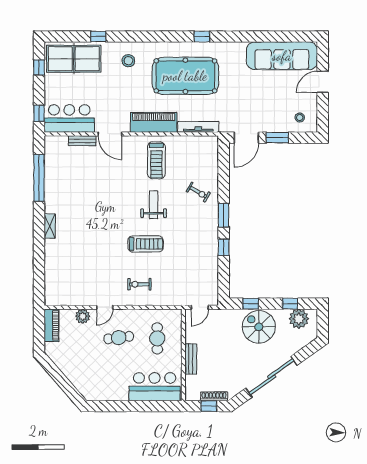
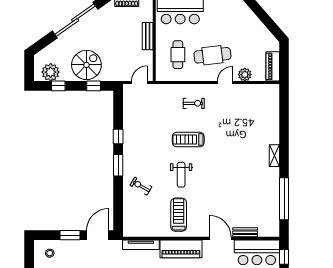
spiral stairs: (259, 327) -> (86, 65), turned -90
cafe table: (119, 338) -> (212, 55), width x1.37, depth x1.35

